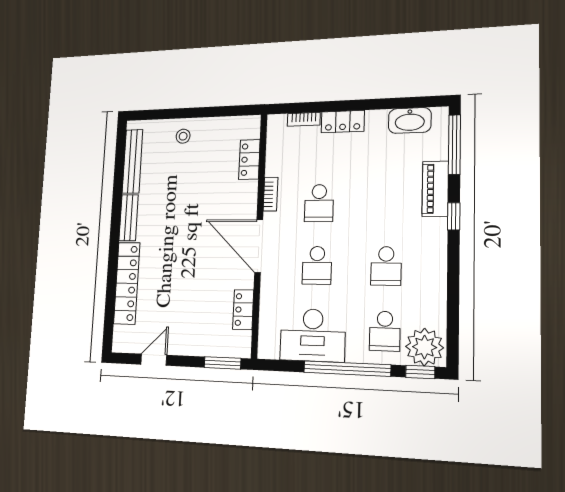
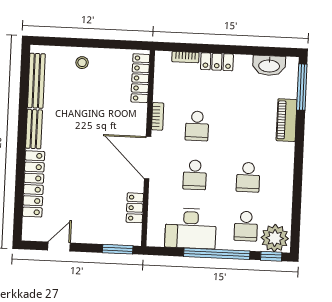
locker: (249, 160) -> (140, 78), width x1.53
window: (454, 216) -> (299, 142), removed

